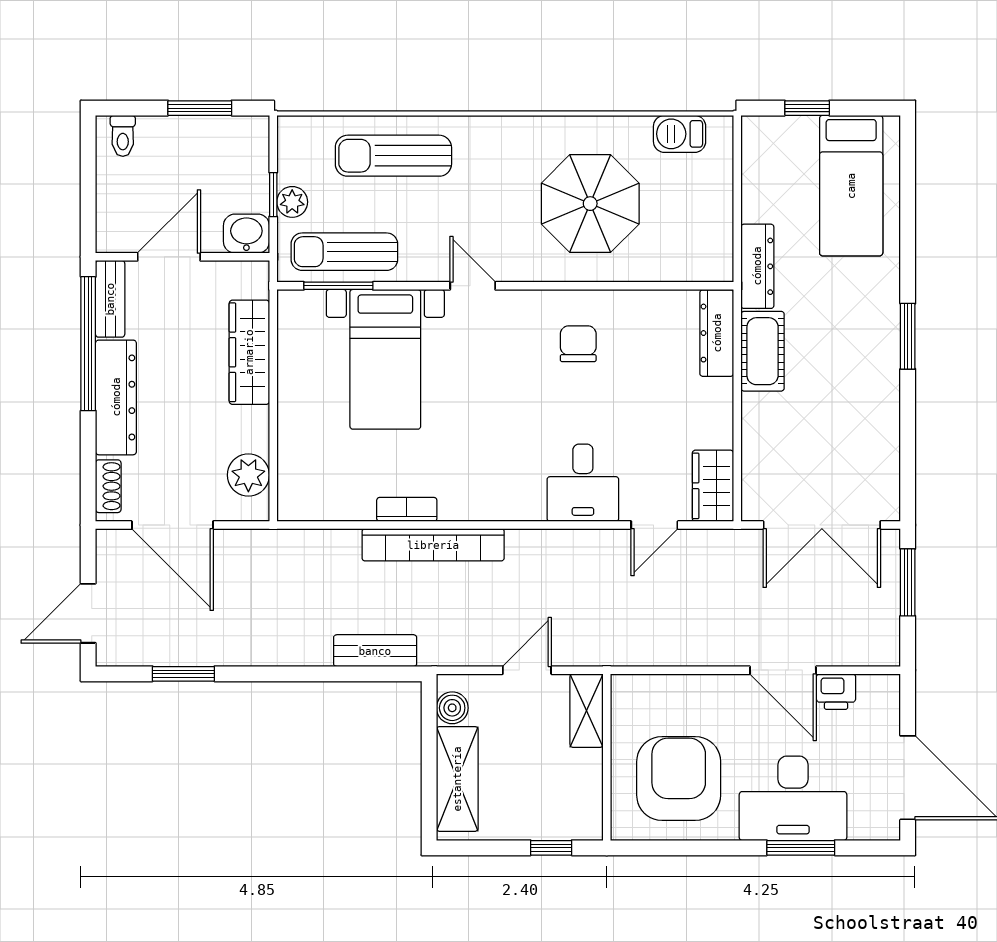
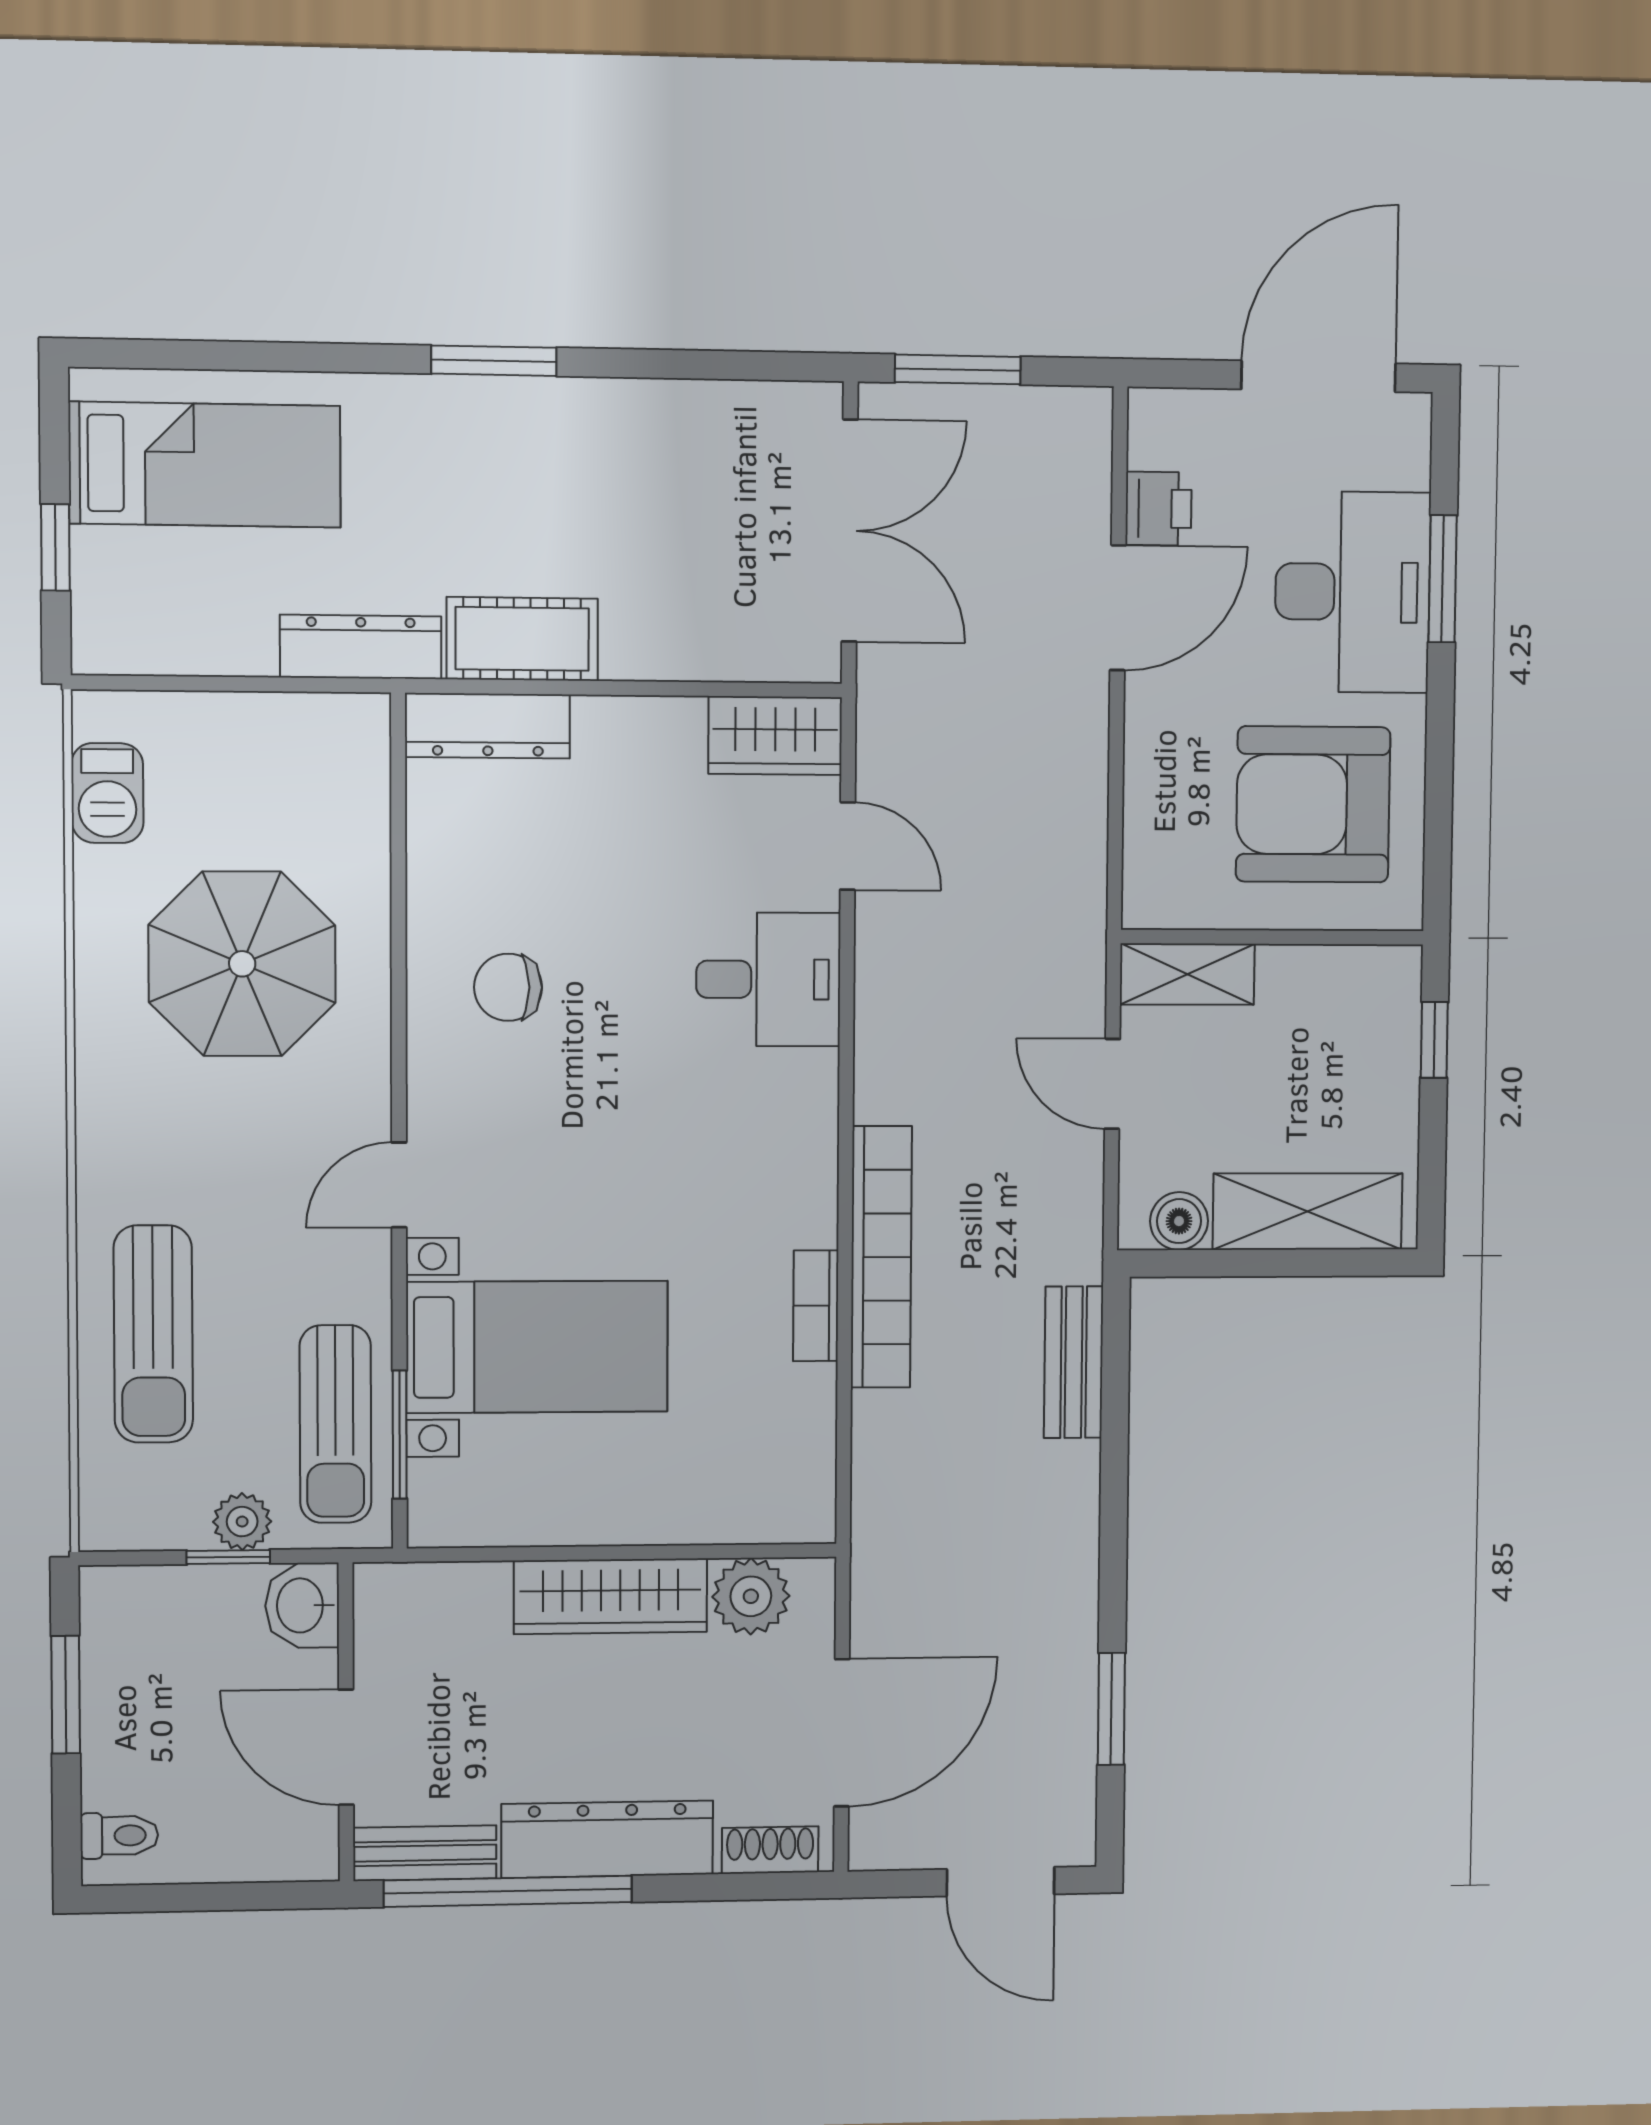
wardrobe: (249, 352) -> (611, 1596), moved

